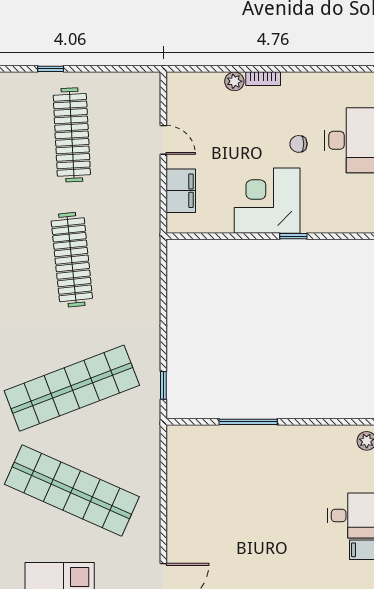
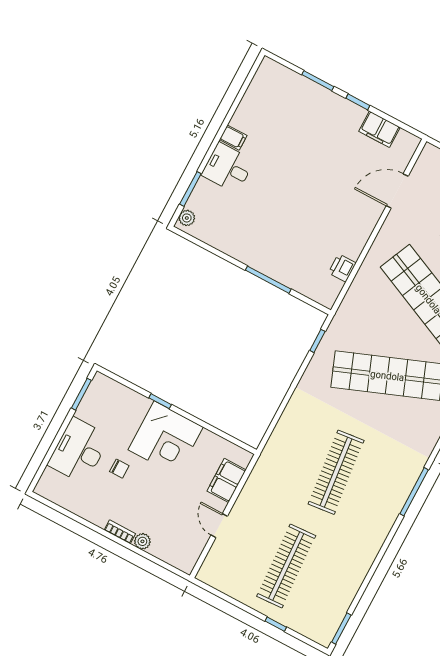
printer: (178, 475) -> (342, 268), added

